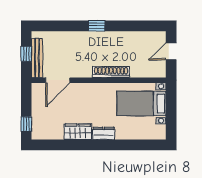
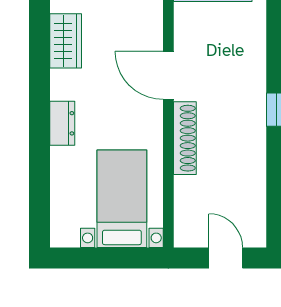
door: (58, 80) -> (168, 75), moved
wardrobe: (78, 132) -> (66, 41), moved

